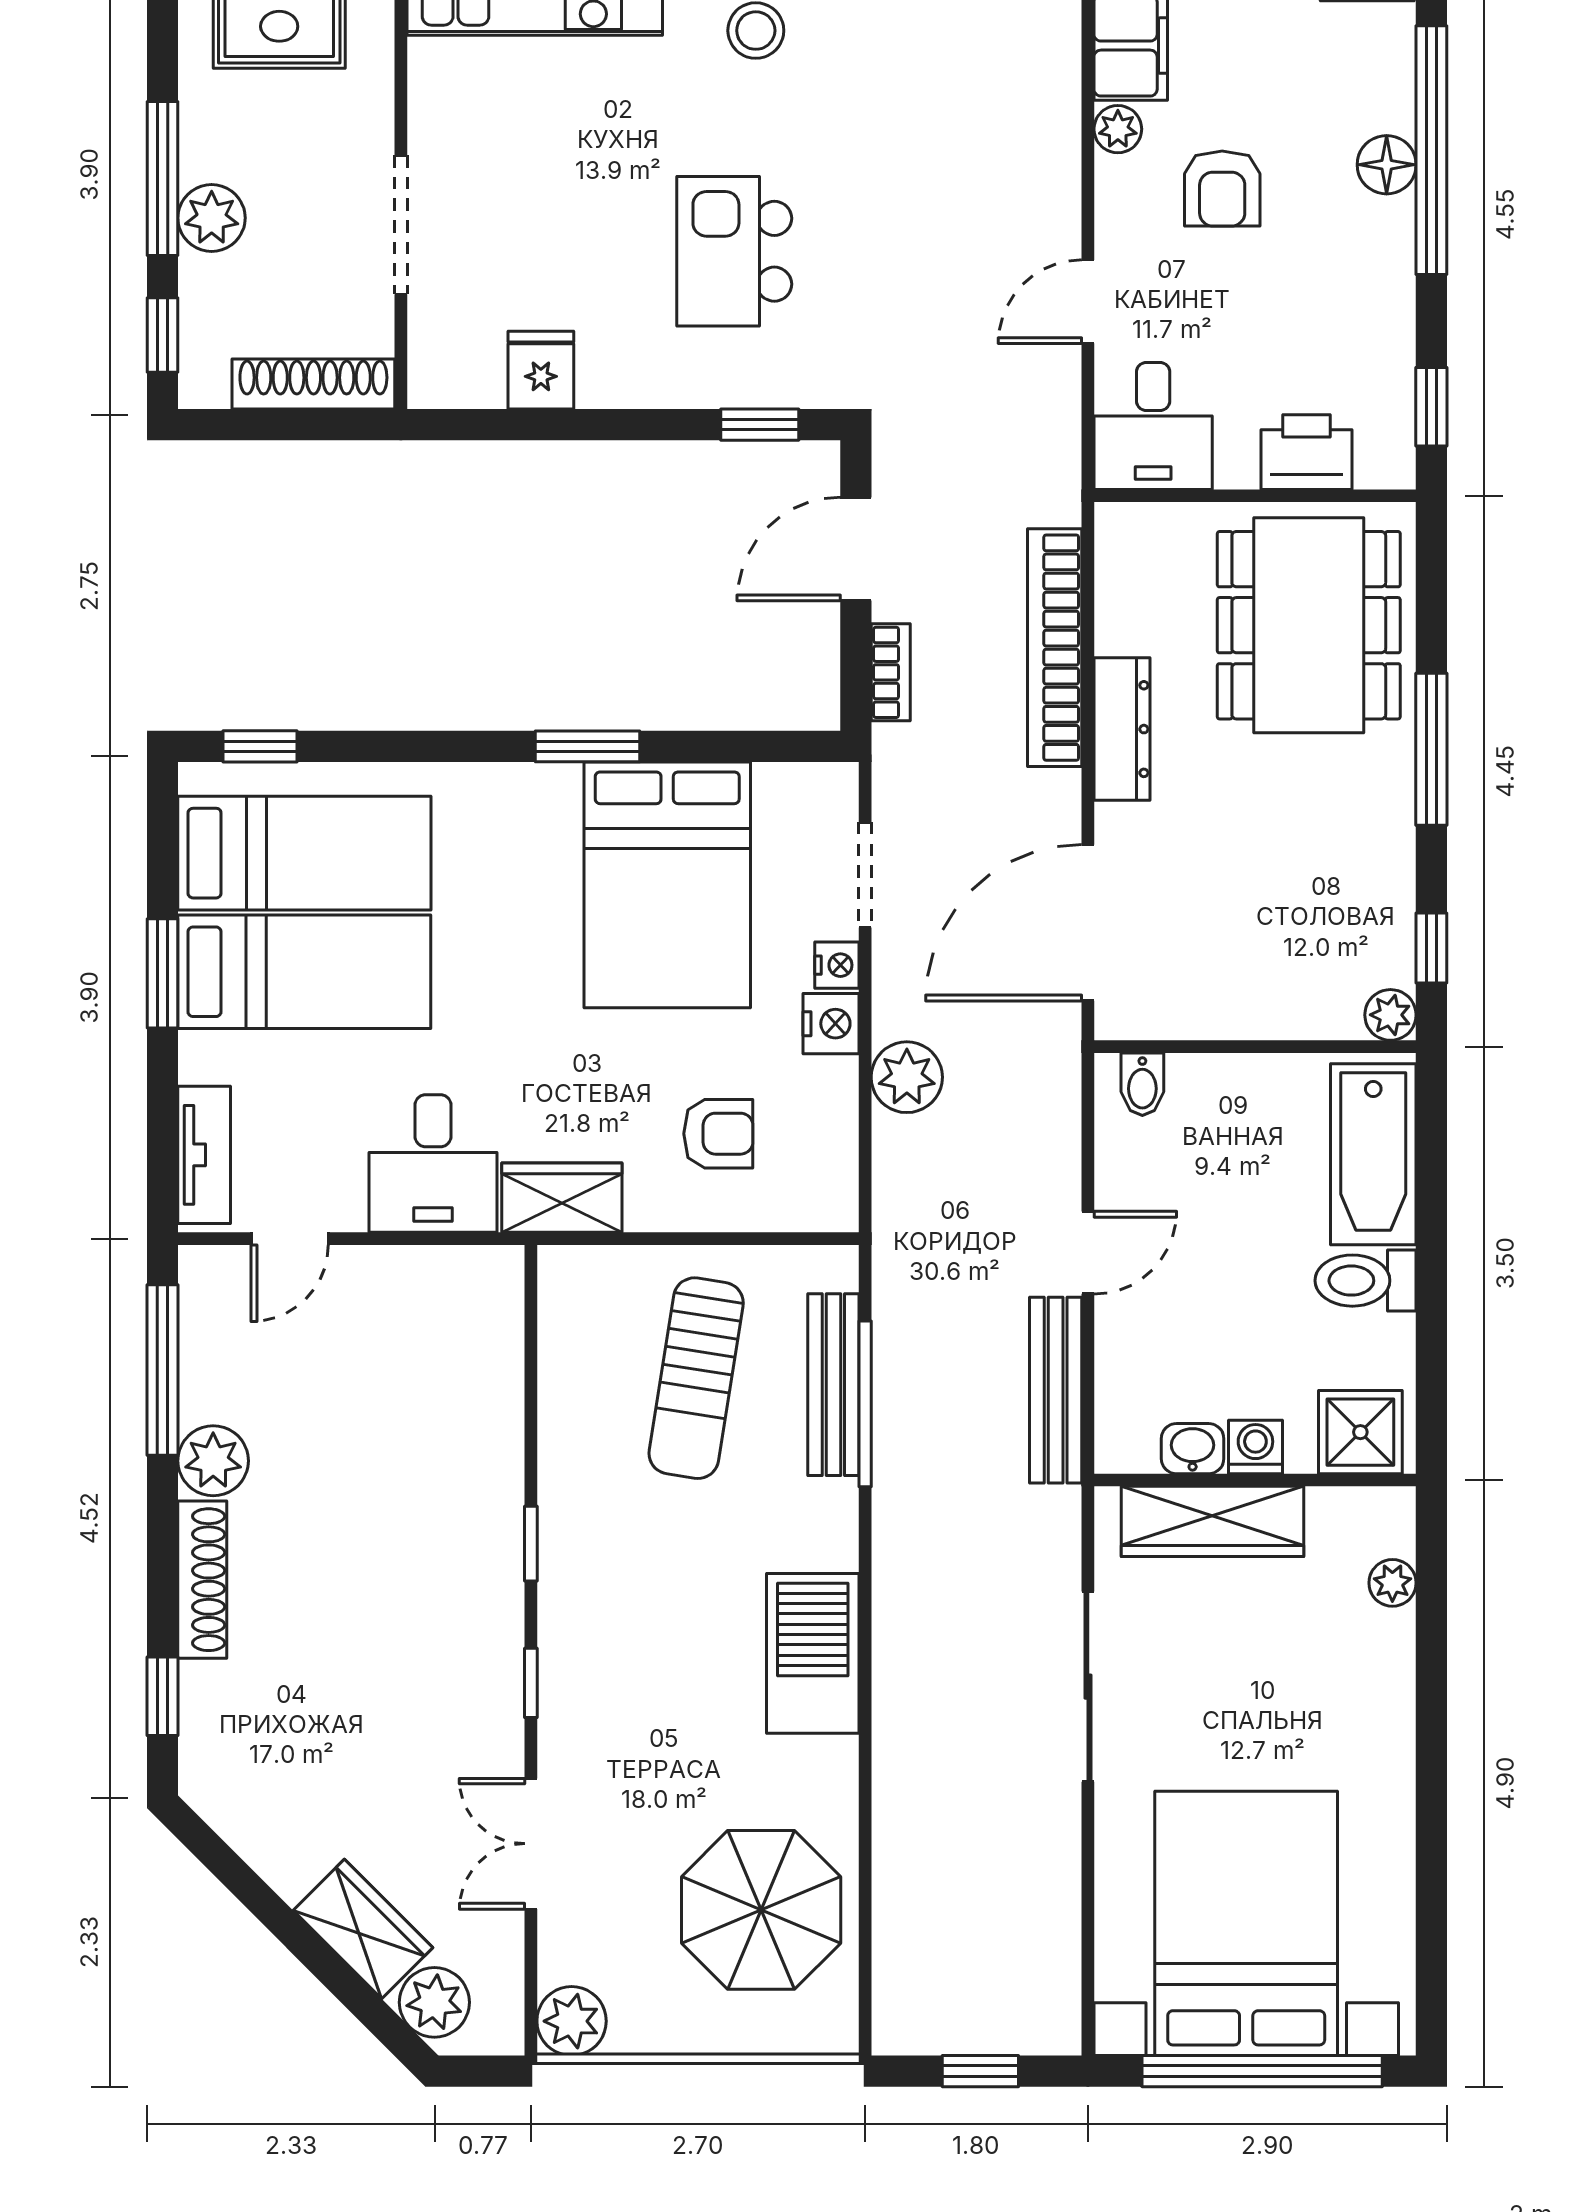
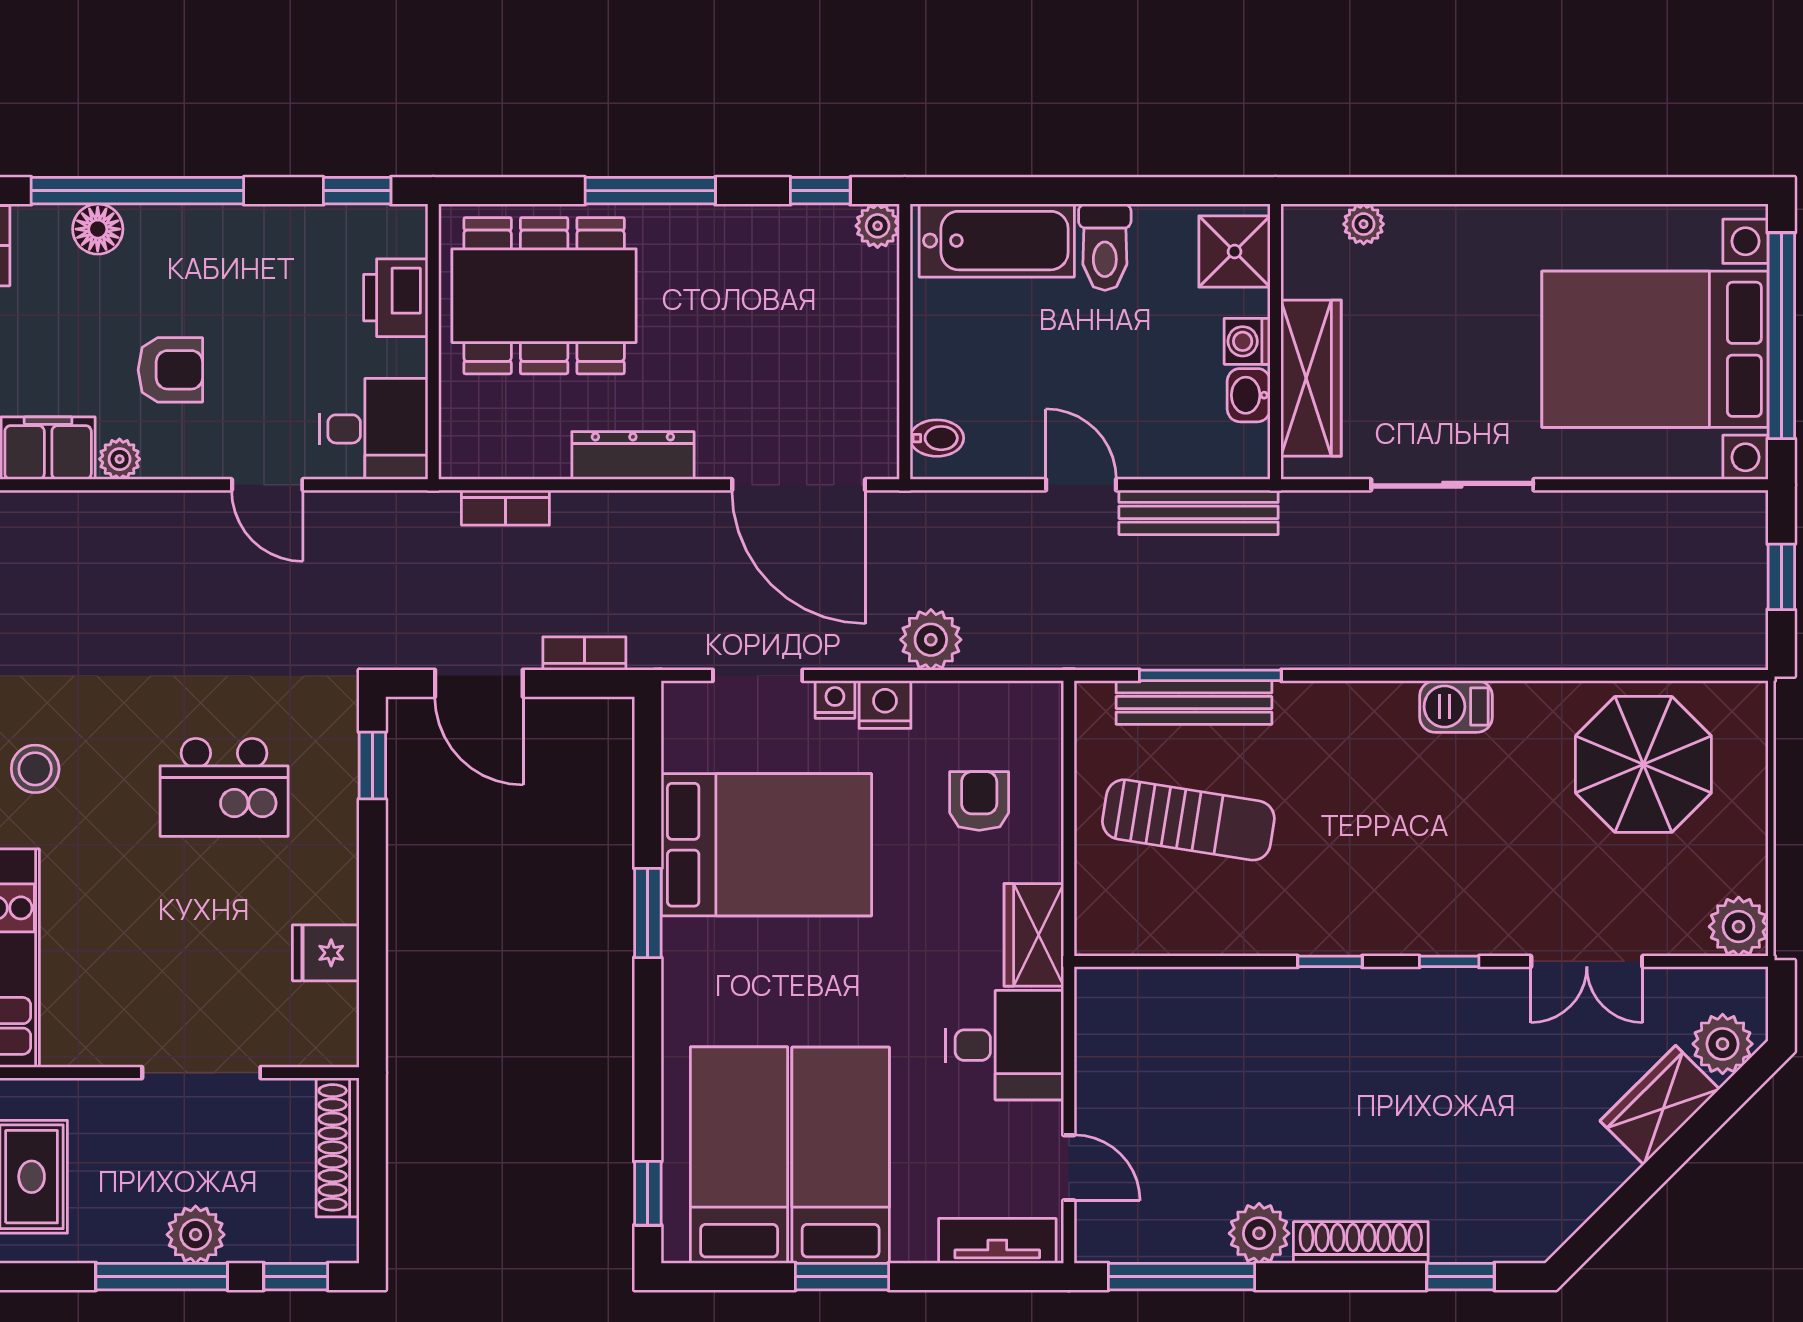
floor lamp: (1387, 165) -> (98, 229), moved
bookcase: (1055, 648) -> (505, 508), width x0.43, depth x0.76
barbecue: (813, 1653) -> (1456, 707), width x0.53, depth x0.65

